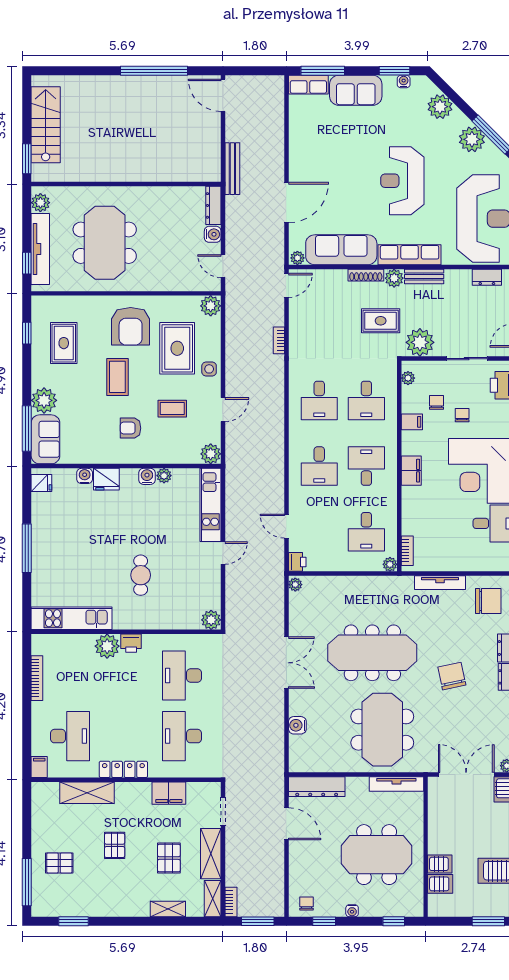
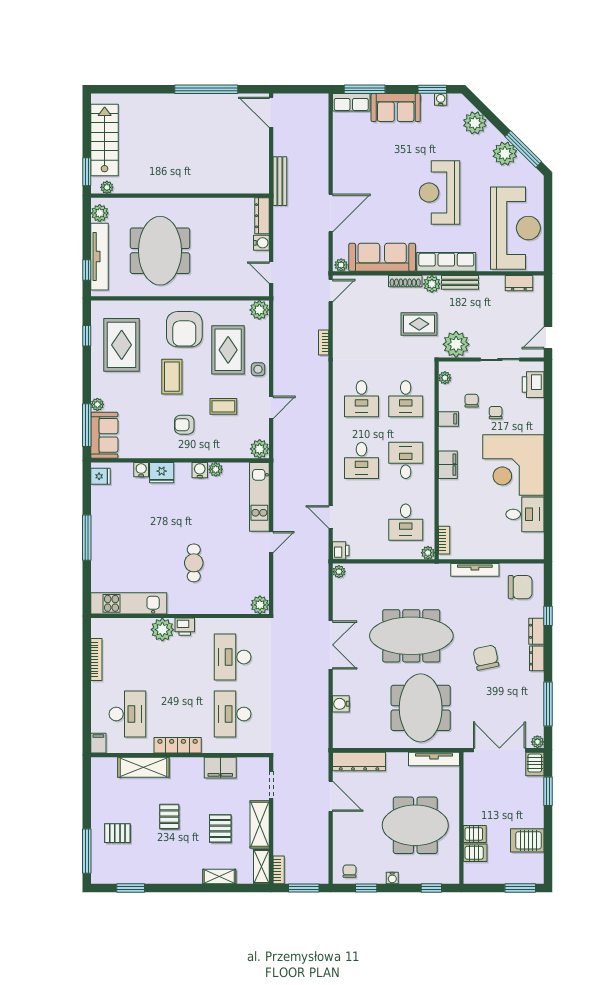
plant: (48, 175) -> (107, 187), added
rug: (64, 343) -> (122, 345), width x1.36, depth x1.43
plant: (44, 400) -> (97, 404), width x0.53, depth x0.53

